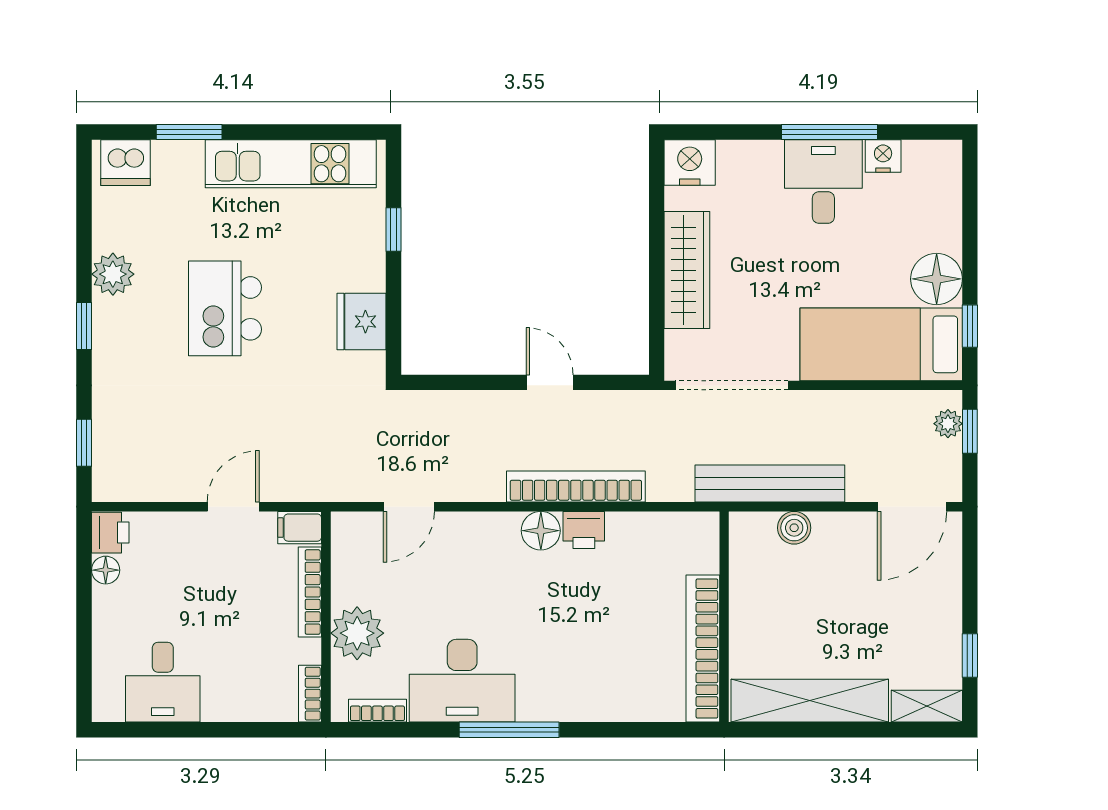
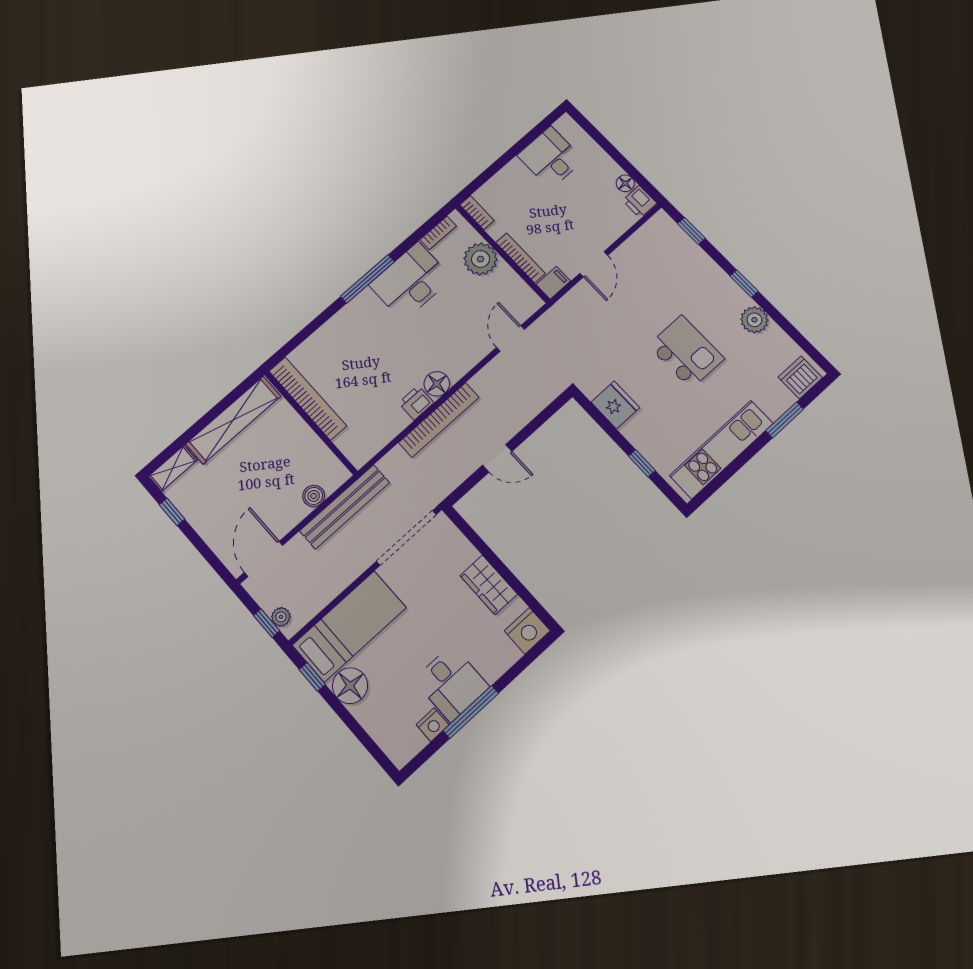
wardrobe: (687, 270) -> (489, 585), width x0.67

